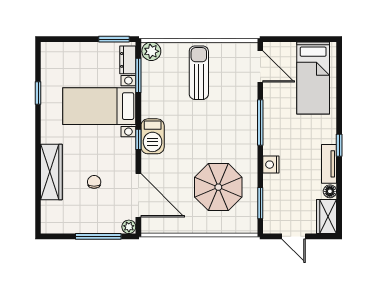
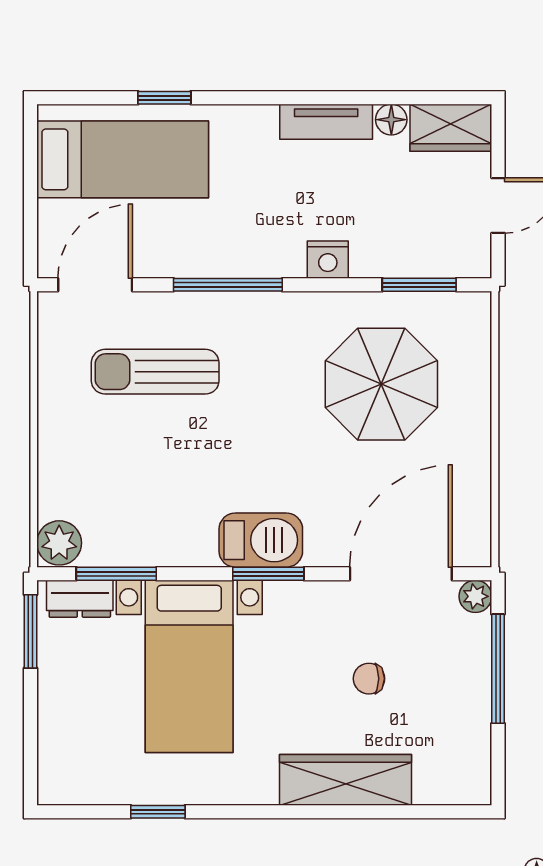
sun lounger: (199, 73) -> (155, 372), moved
window: (138, 139) -> (268, 574), width x1.50
window: (339, 145) -> (164, 98), moved

